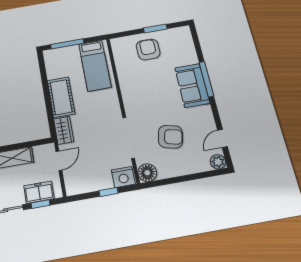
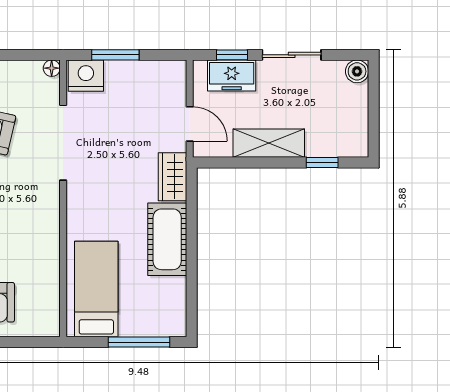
door: (59, 161) -> (190, 124), swing flipped
floor lamp: (147, 173) -> (52, 68), width x0.53, depth x0.53
window: (109, 192) -> (115, 55), width x1.50

